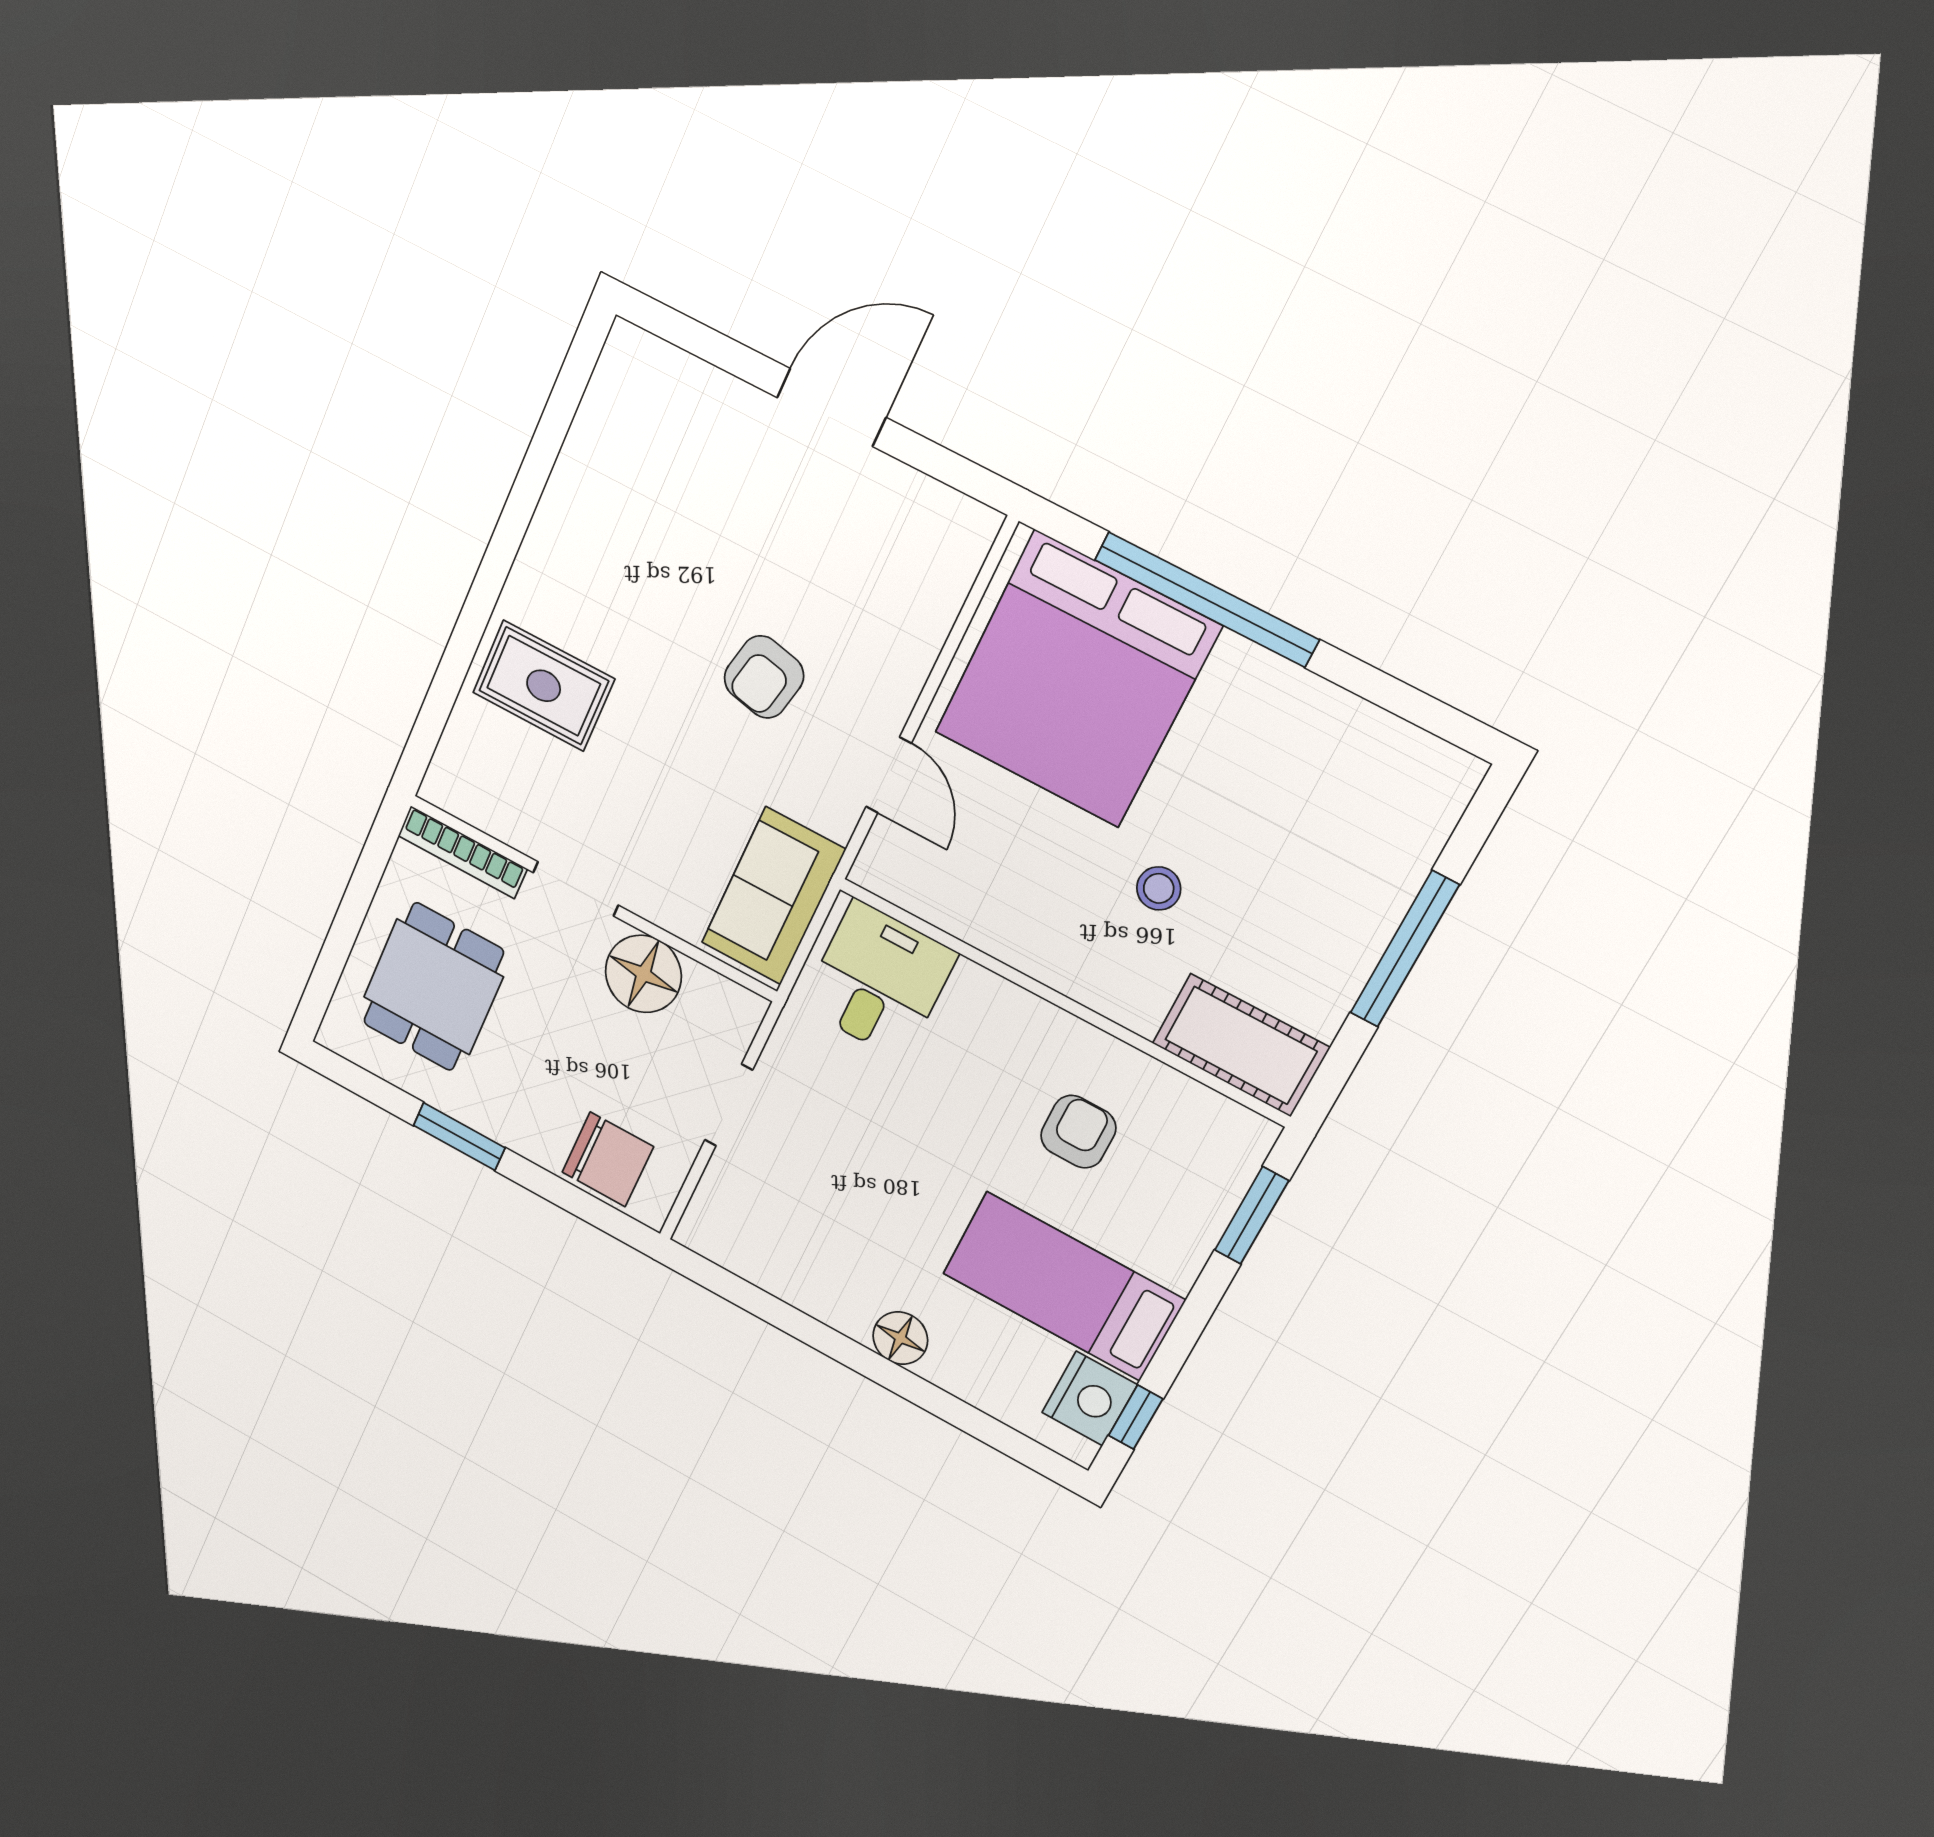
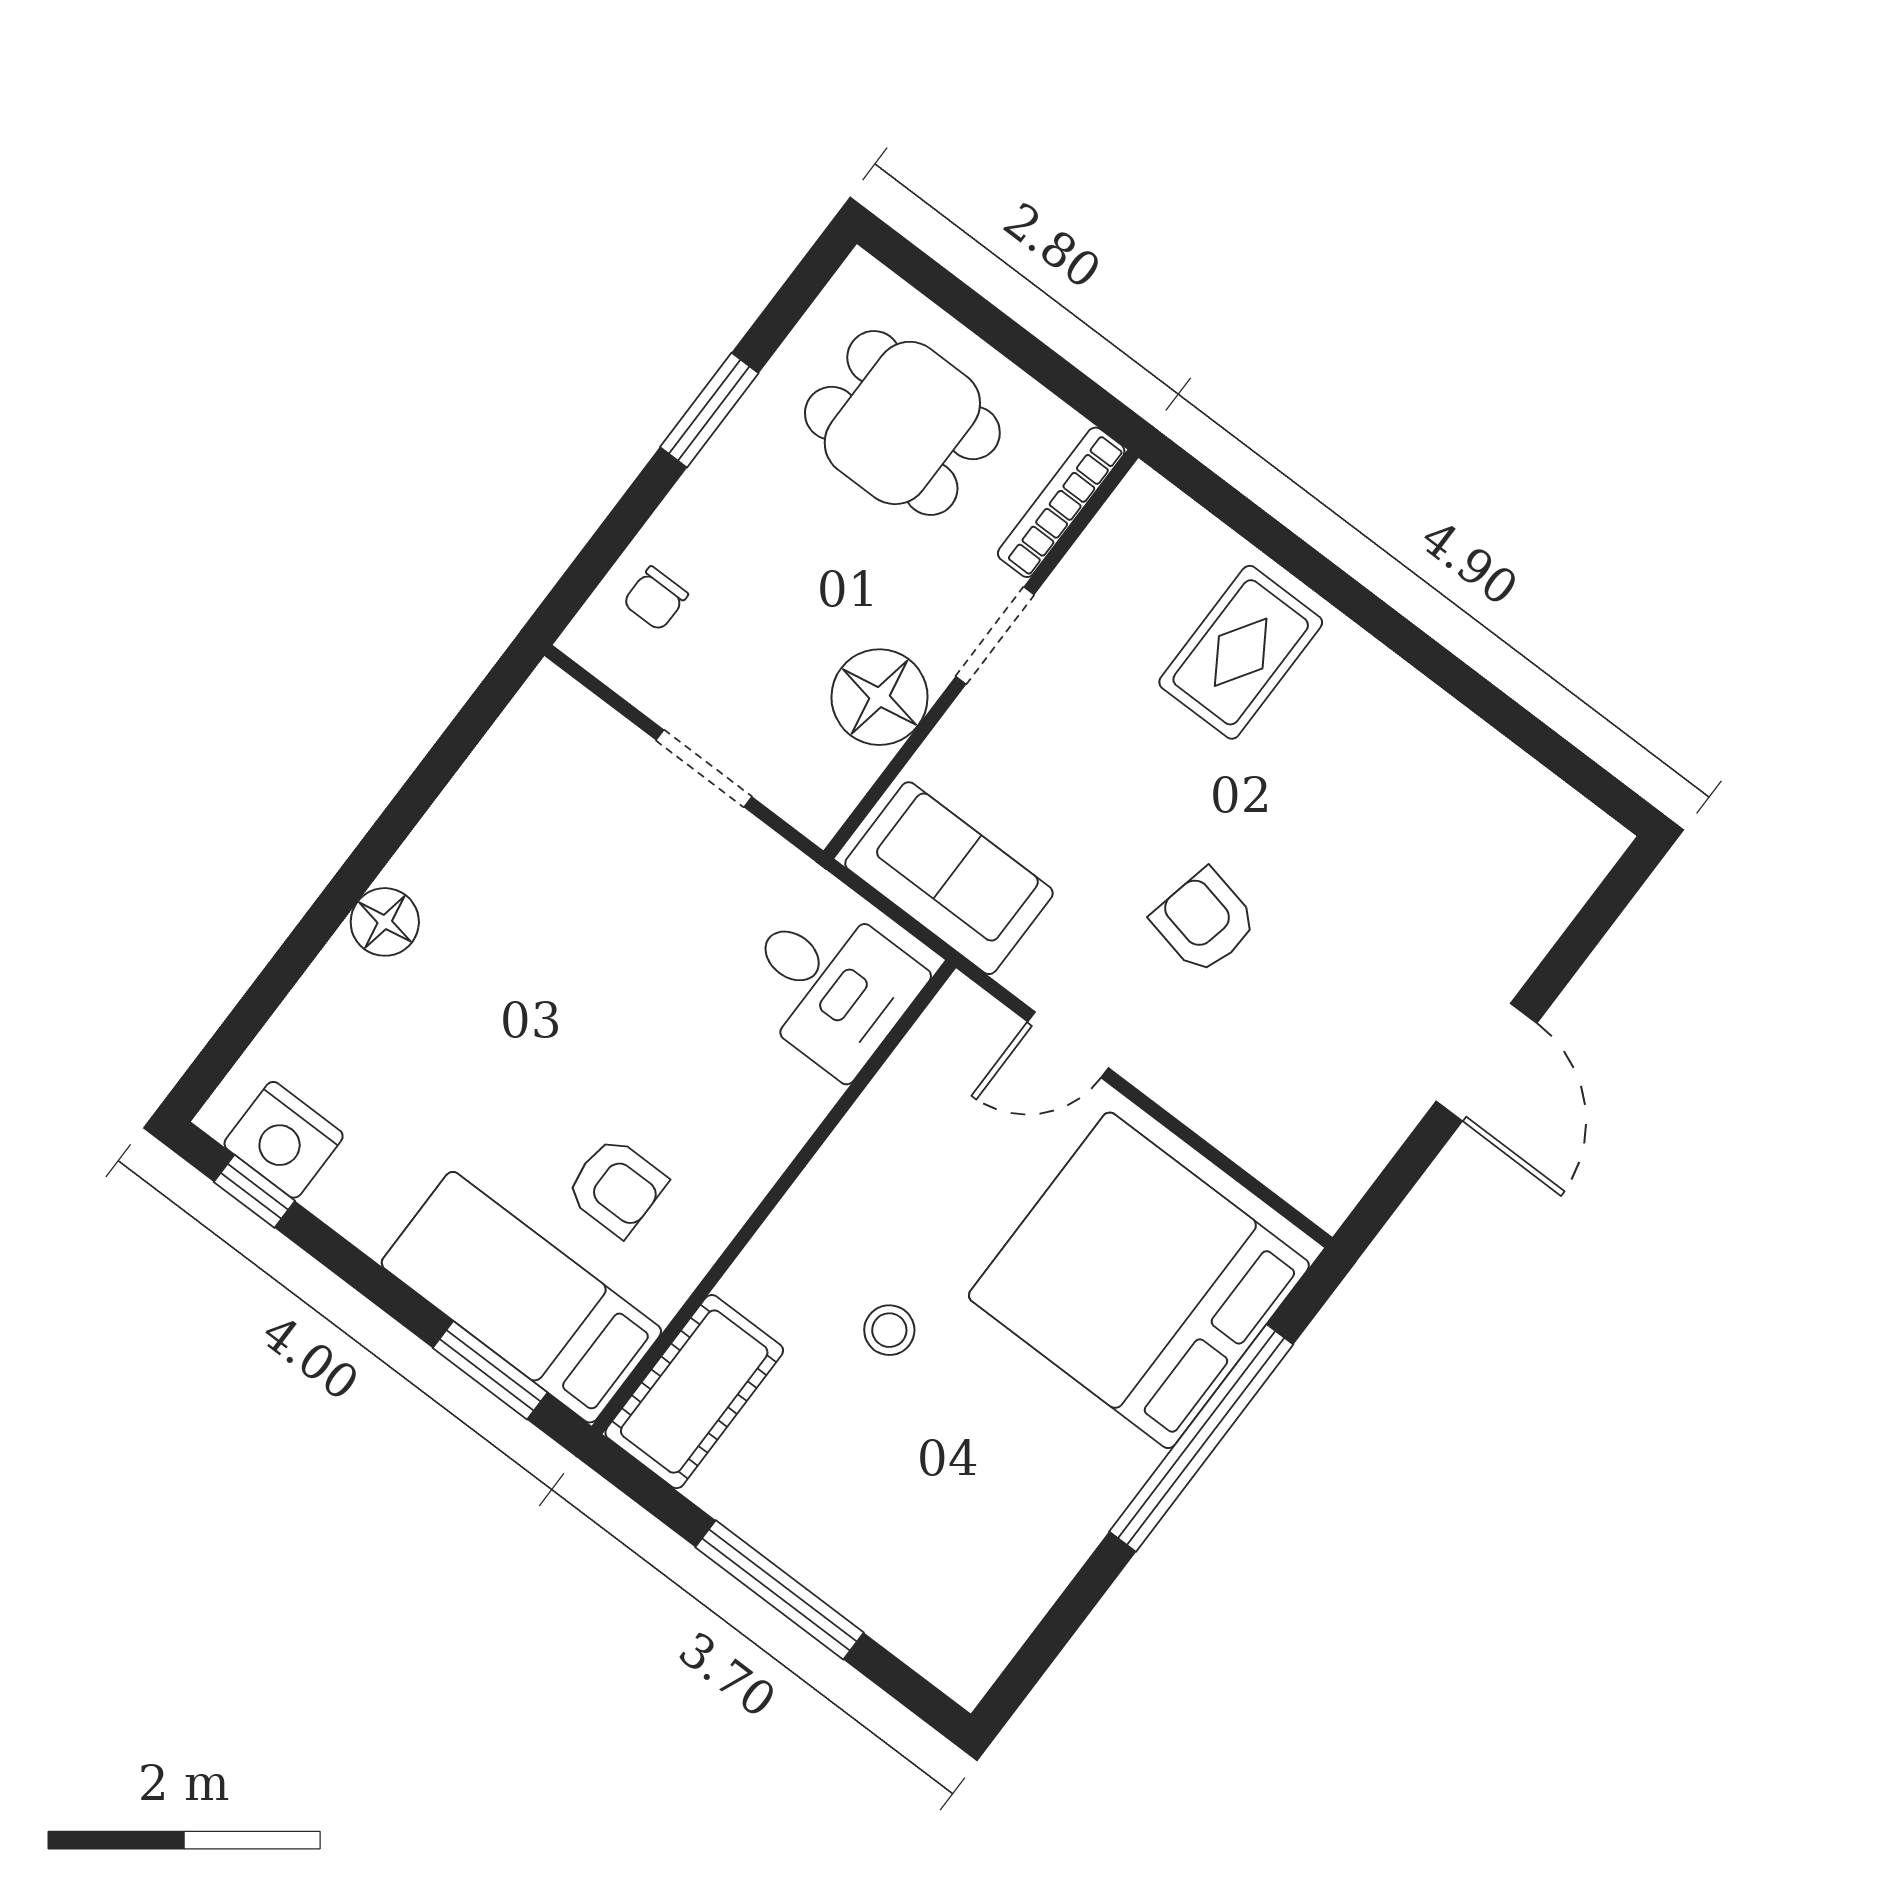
chair: (608, 1159) -> (655, 599), width x0.54, depth x0.54
bed: (1063, 1286) -> (521, 1297), moved, turned -90

